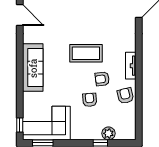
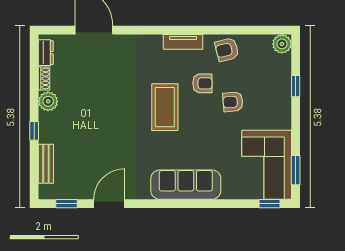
armchair: (102, 79) -> (202, 83), turned -83
plant: (109, 133) -> (282, 44), moved

